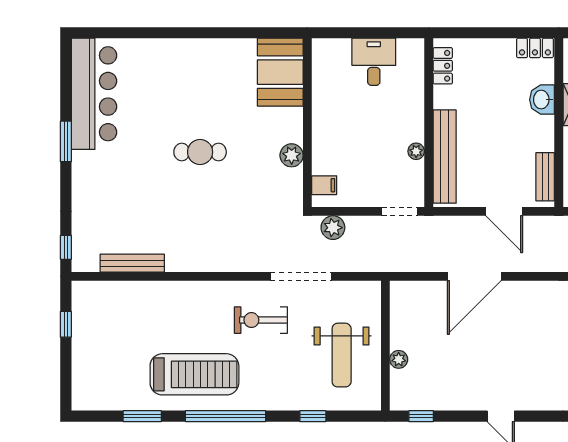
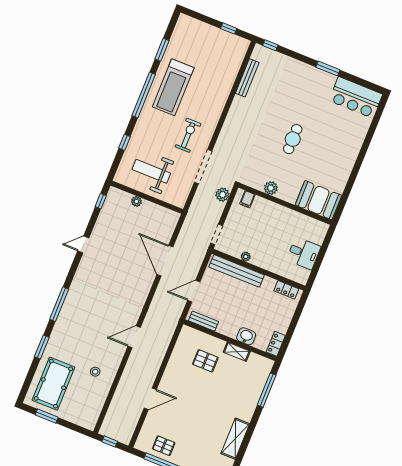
bar counter: (94, 94) -> (356, 97), width x0.73

